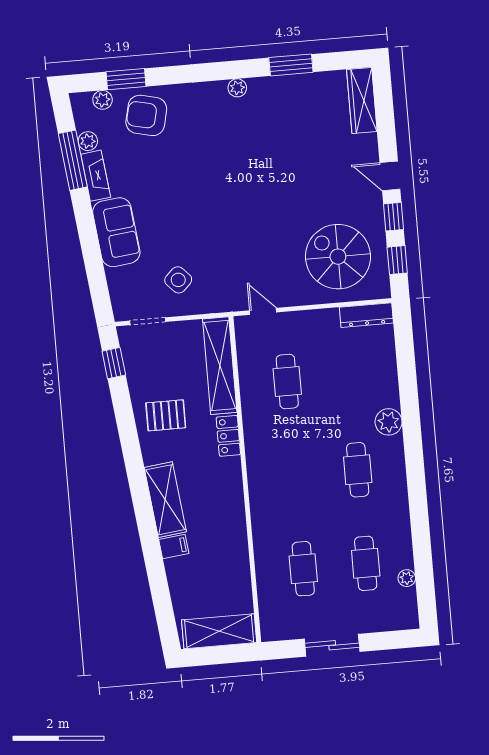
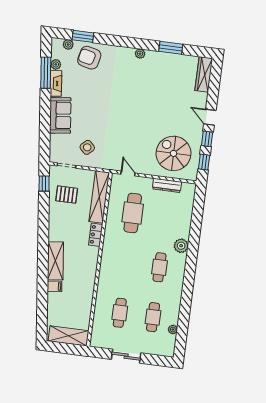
dresser: (366, 315) -> (167, 185), moved
cafe table: (287, 382) -> (133, 213), width x1.37, depth x1.35
pallet: (166, 415) -> (67, 195), moved

